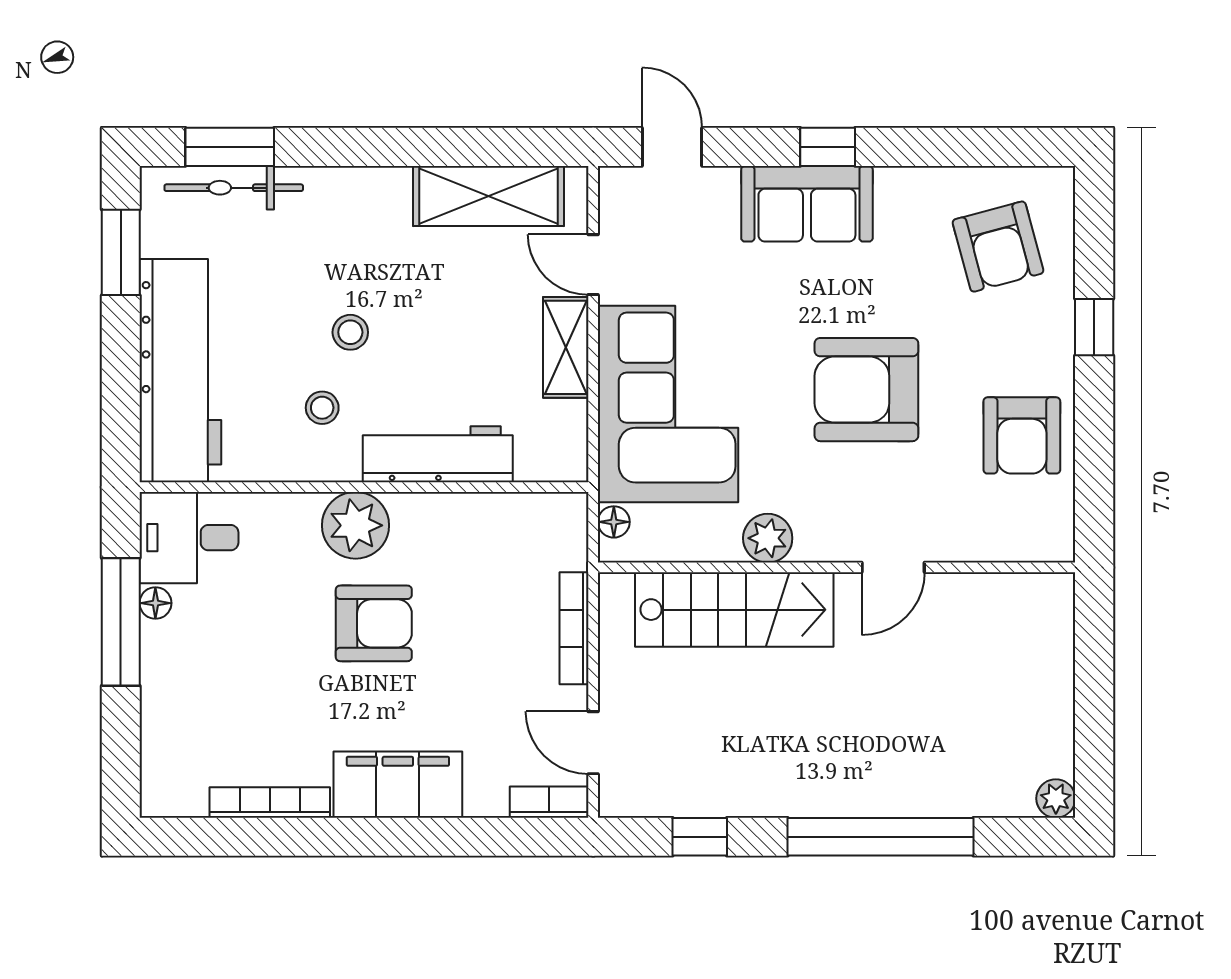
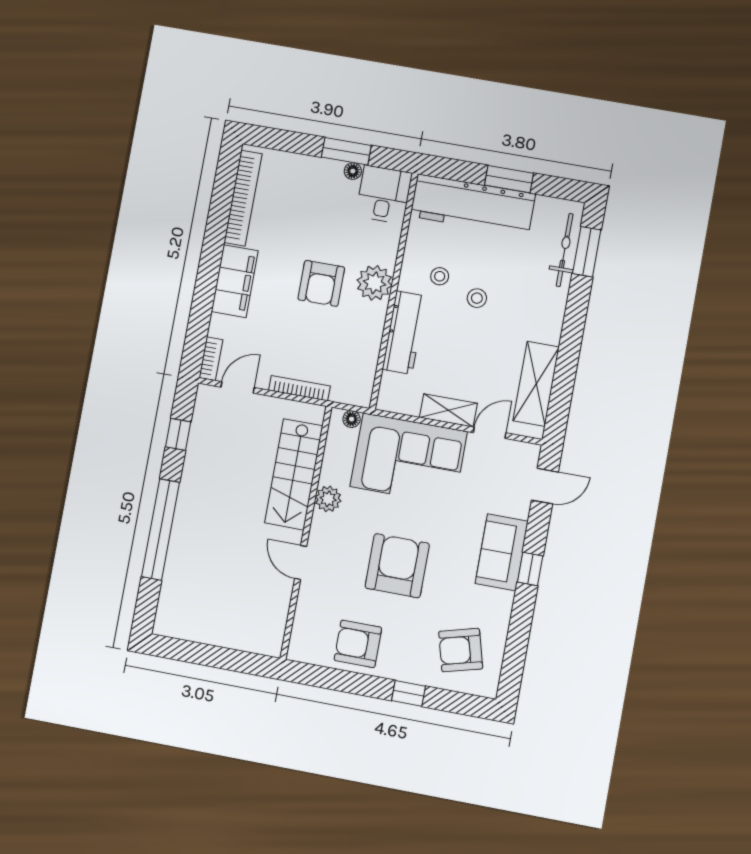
window: (121, 252) -> (509, 179), moved
window: (121, 622) -> (346, 151), width x0.69
plant: (1056, 798) -> (163, 626), removed
bookcase: (270, 803) -> (243, 198), width x1.48, depth x1.31

